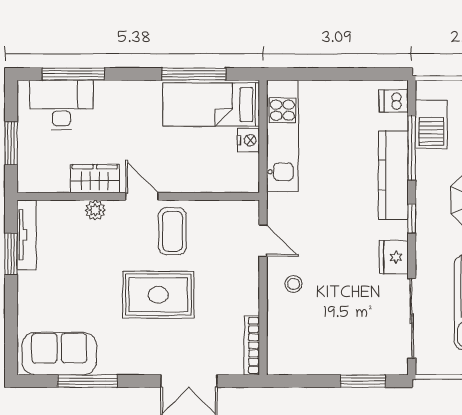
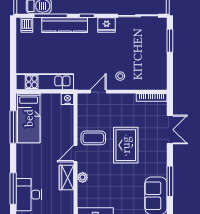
nightstand: (248, 140) -> (68, 99), moved

